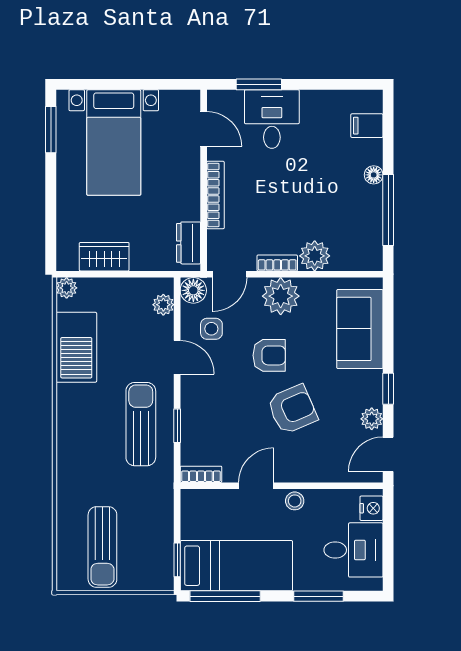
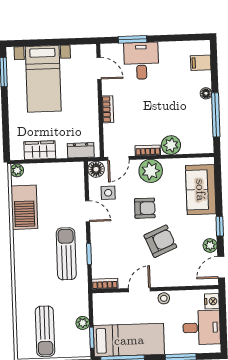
bookcase: (215, 195) -> (108, 109), width x0.64
dresser: (189, 243) -> (81, 150), moved, turned 90
plant: (163, 305) -> (83, 323), moved

